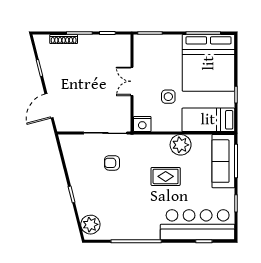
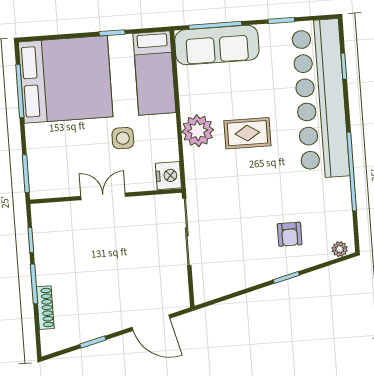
double door: (132, 81) -> (103, 196), swing flipped
plant: (181, 145) -> (198, 131), moved
armchair: (112, 163) -> (290, 234), moved
rug: (166, 176) -> (247, 133), turned 90
plant: (90, 225) -> (340, 249), width x0.53, depth x0.53
bar counter: (198, 225) -> (320, 99), width x1.36

